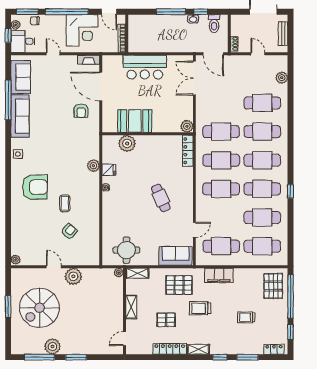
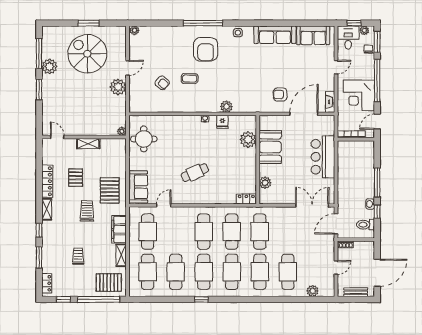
window: (8, 100) -> (203, 23), moved
plant: (187, 126) -> (265, 183), moved
locker: (188, 151) -> (246, 199), width x0.66
door: (194, 230) -> (164, 205), swing flipped
shelving: (137, 273) -> (121, 255), moved

